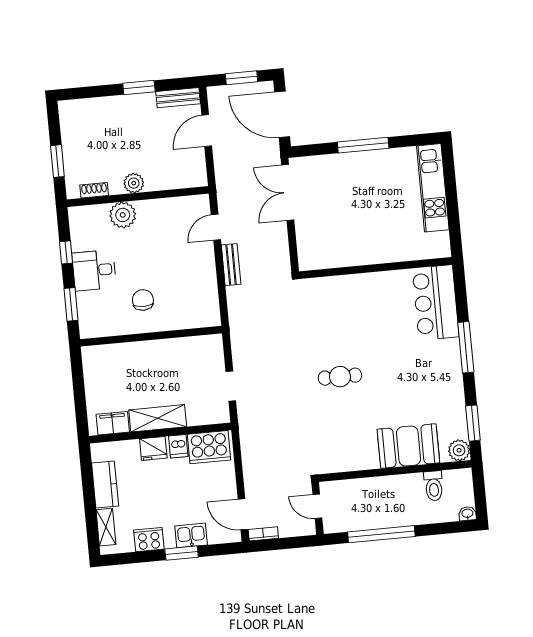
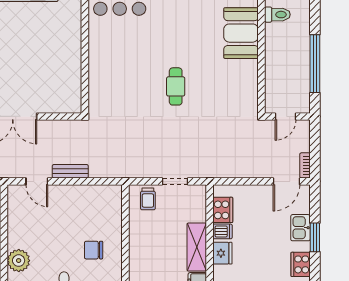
trolley: (208, 357) -> (148, 199), added
cooker: (209, 447) -> (223, 210), width x0.73, depth x0.76

